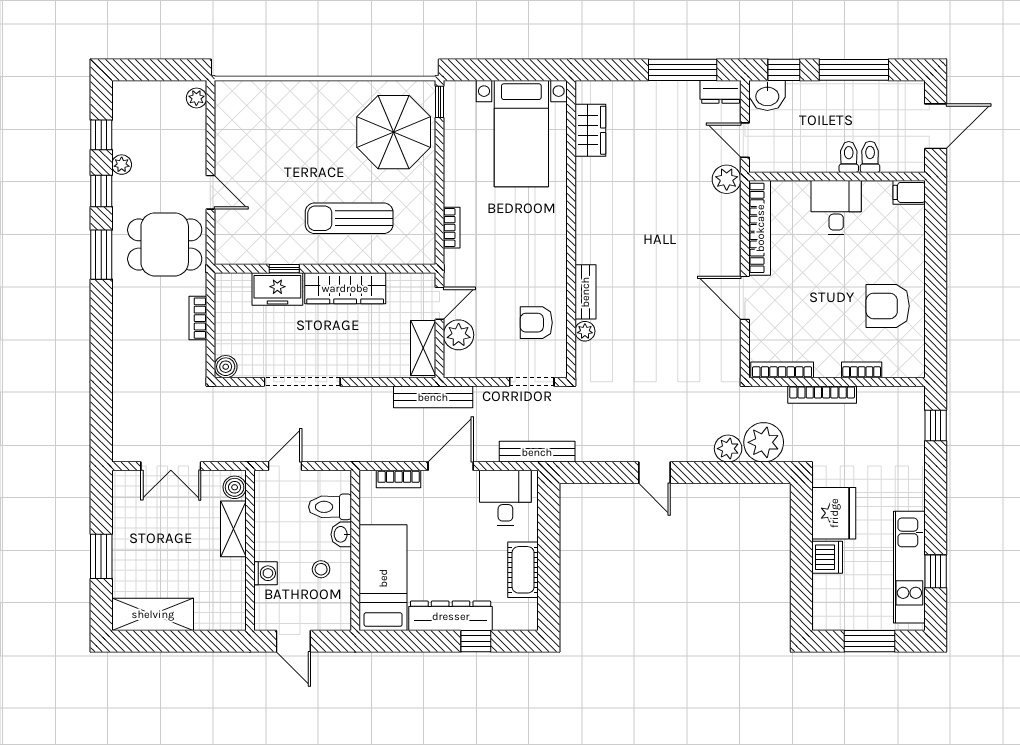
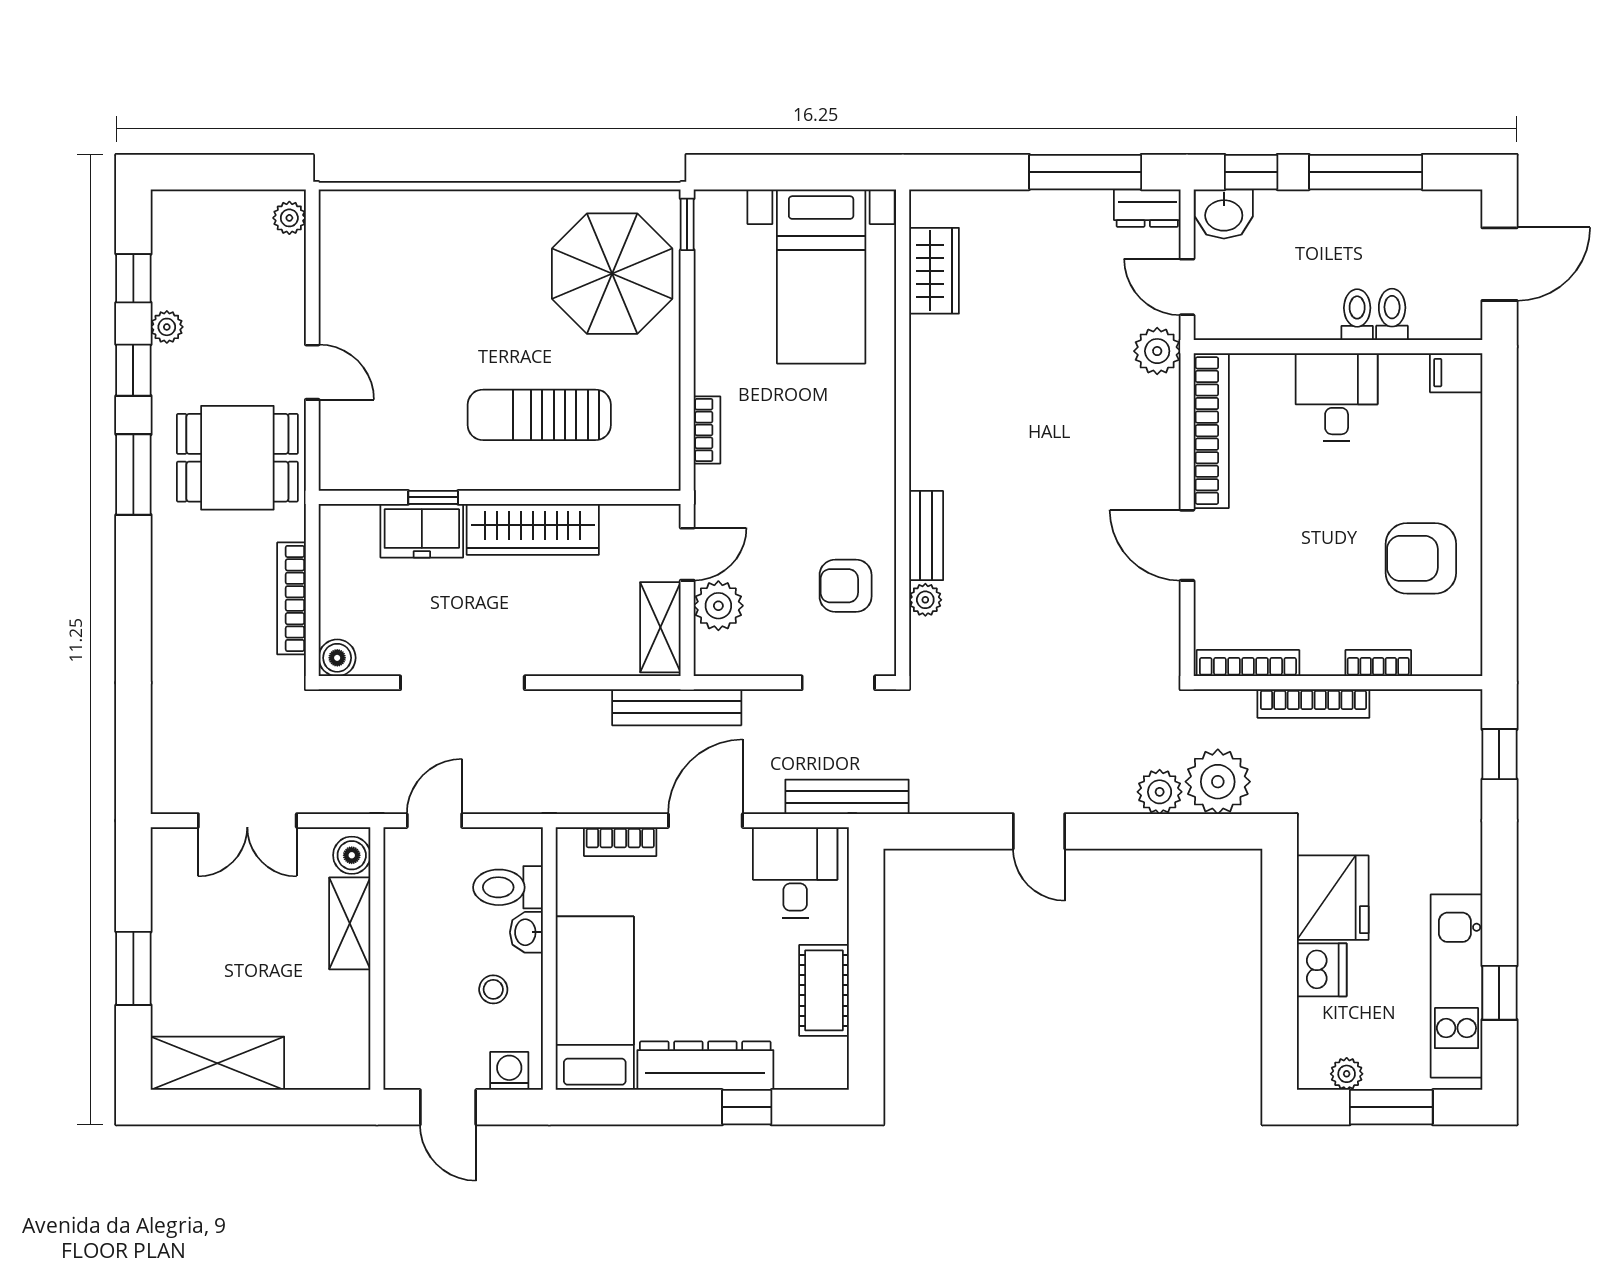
bookcase: (198, 318) -> (291, 598), width x1.56
washing machine: (266, 573) -> (509, 1071), moved, turned -90
plant: (842, 621) -> (1347, 1074), added

